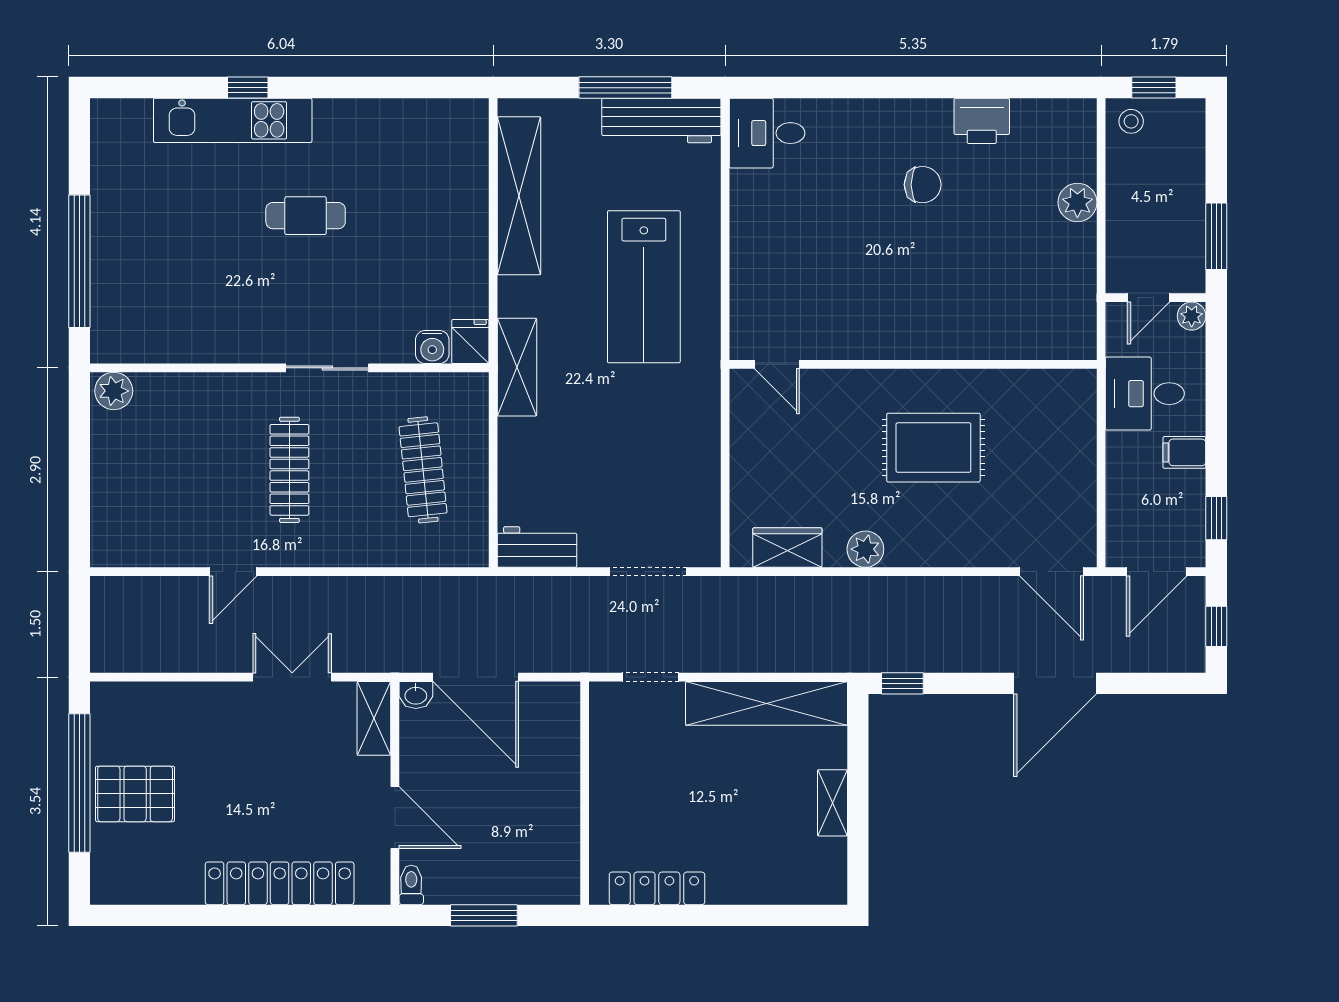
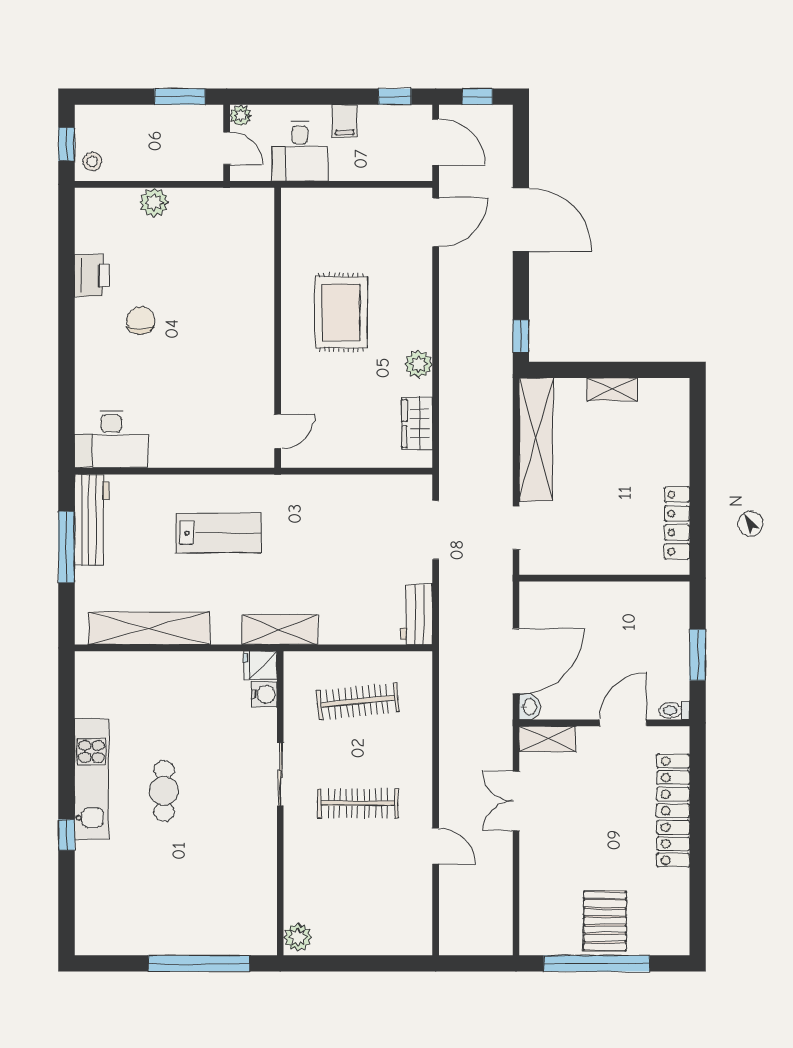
kitchen unit: (233, 120) -> (92, 779), moved
desk: (767, 133) -> (111, 439), width x1.37
lab bench: (644, 287) -> (218, 533), width x0.73, depth x0.72

